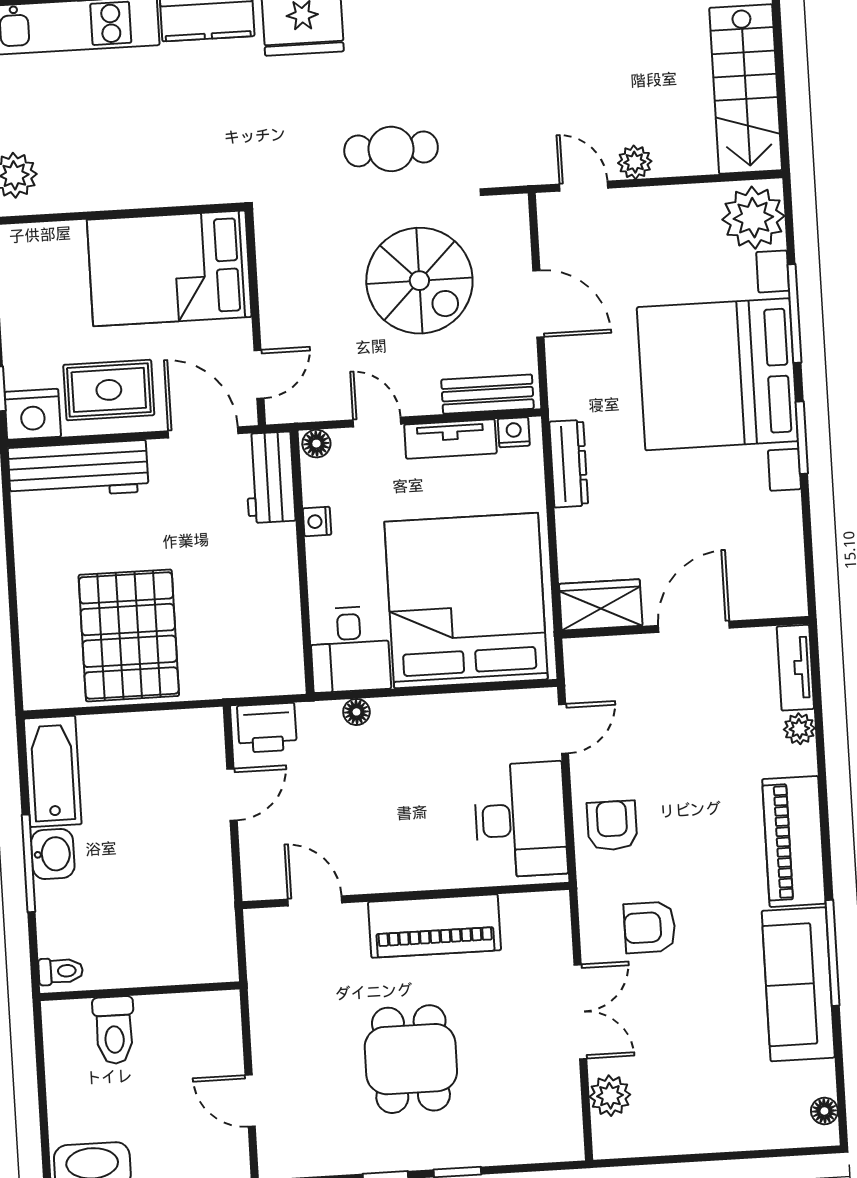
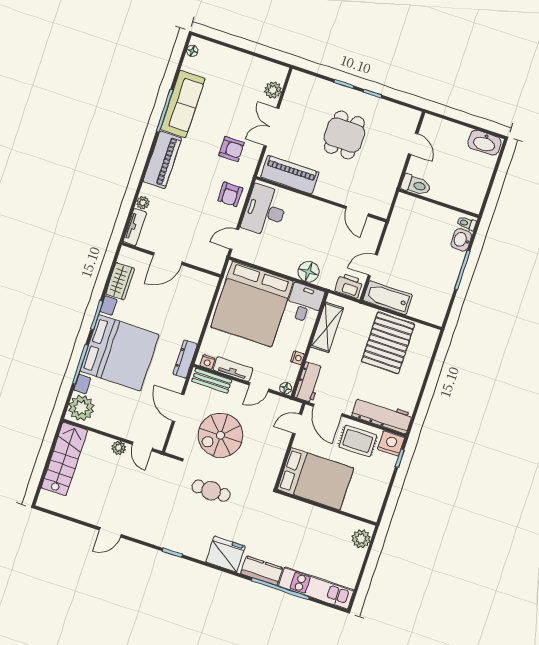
spiral stairs: (419, 281) -> (220, 435), turned -90
door: (377, 422) -> (259, 387), hinge flipped
dresser: (569, 464) -> (185, 359), moved
wardrobe: (601, 605) -> (120, 281), moved, turned -90
shelving: (278, 616) -> (327, 327), added
floor lamp: (356, 712) -> (309, 272), width x1.89, depth x1.89
bathtub: (53, 771) -> (388, 298), moved, turned 90
washbasin: (53, 854) -> (461, 240), moved
piano: (435, 926) -> (290, 175), moved
toilet: (114, 1030) -> (416, 185), moved, turned 90

